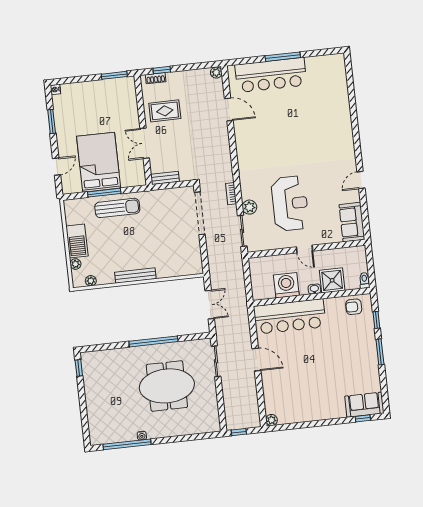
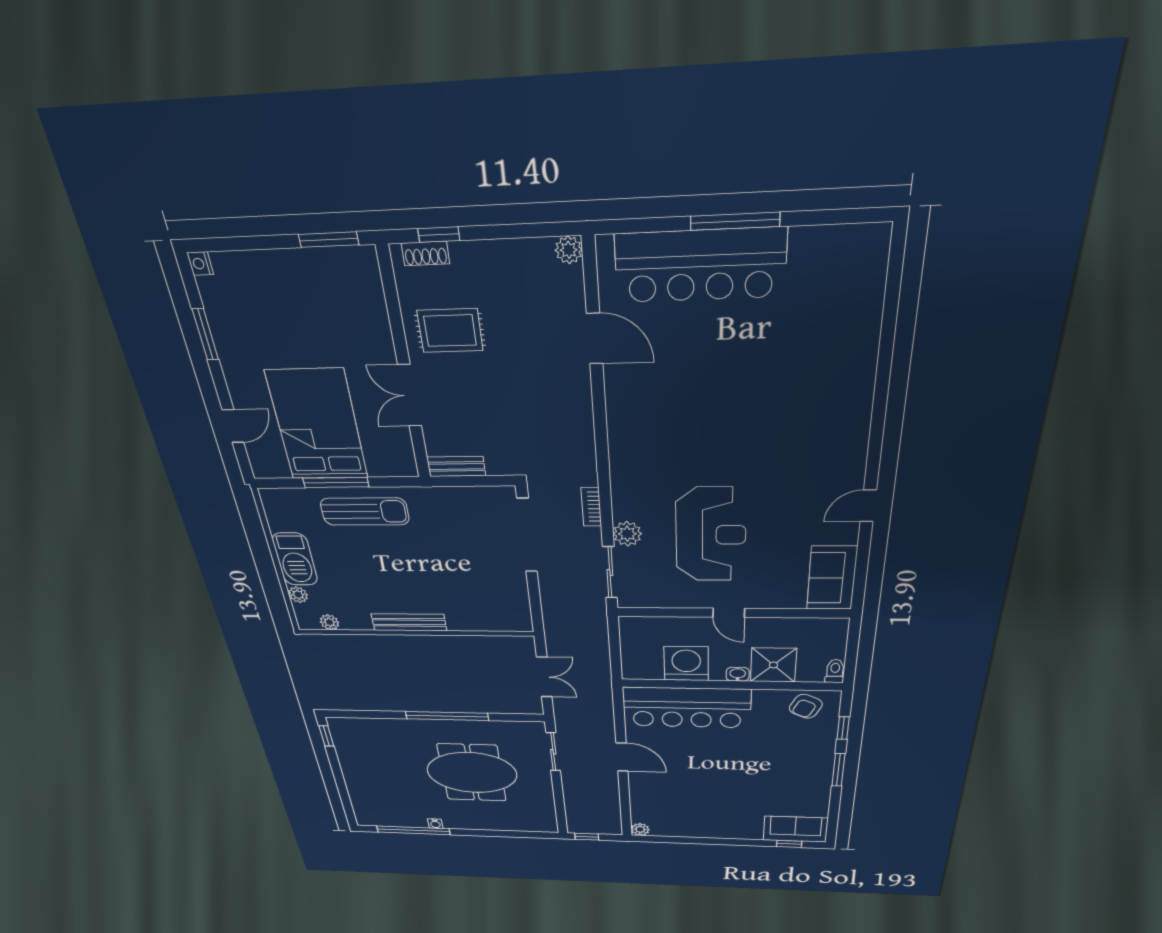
armchair: (354, 307) -> (806, 706), turned -64

